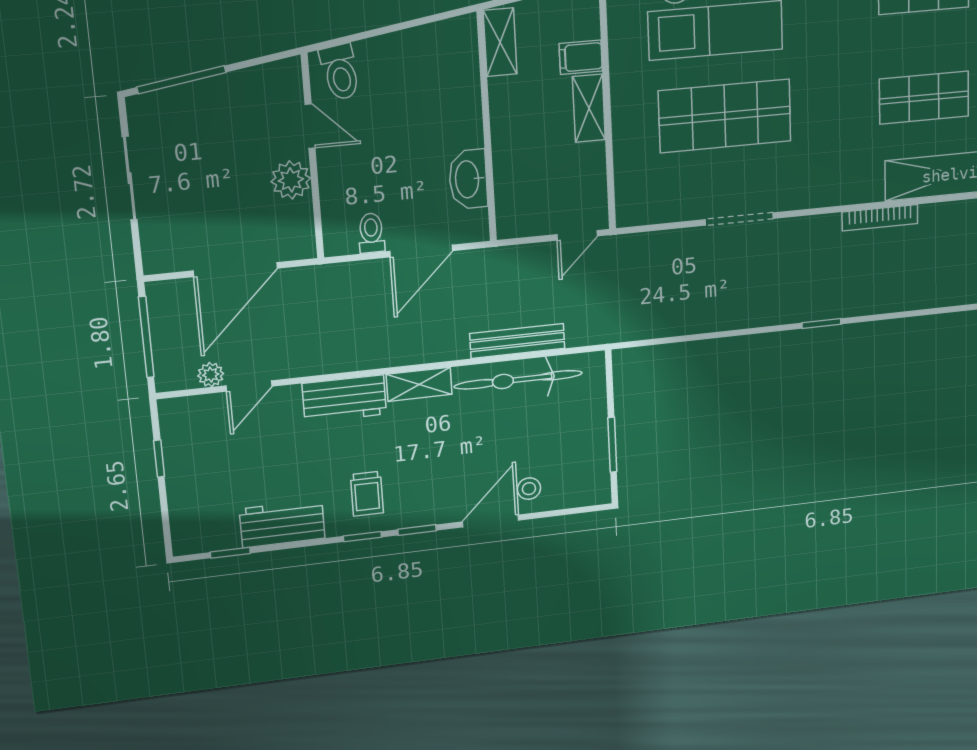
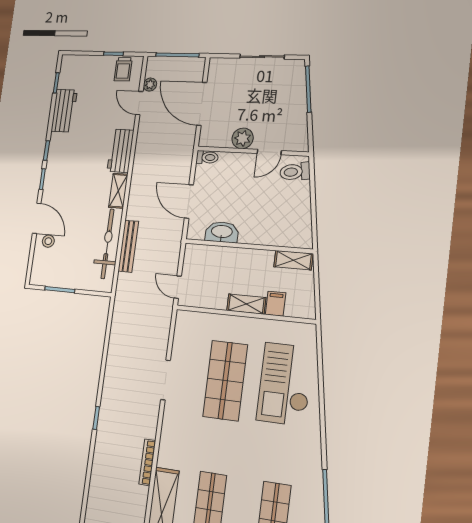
toilet: (371, 233) -> (207, 157), moved
trolley: (367, 494) -> (123, 69), moved, turned -90

